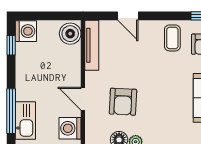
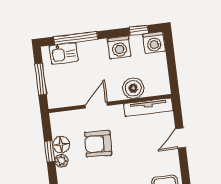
boiler: (70, 34) -> (133, 88), moved
kitchen sink: (25, 120) -> (64, 53), width x0.73
washing machine: (70, 128) -> (119, 47), moved, turned 180

